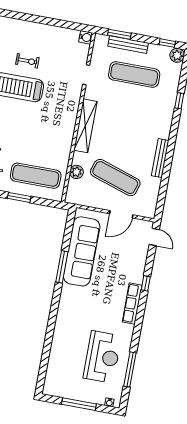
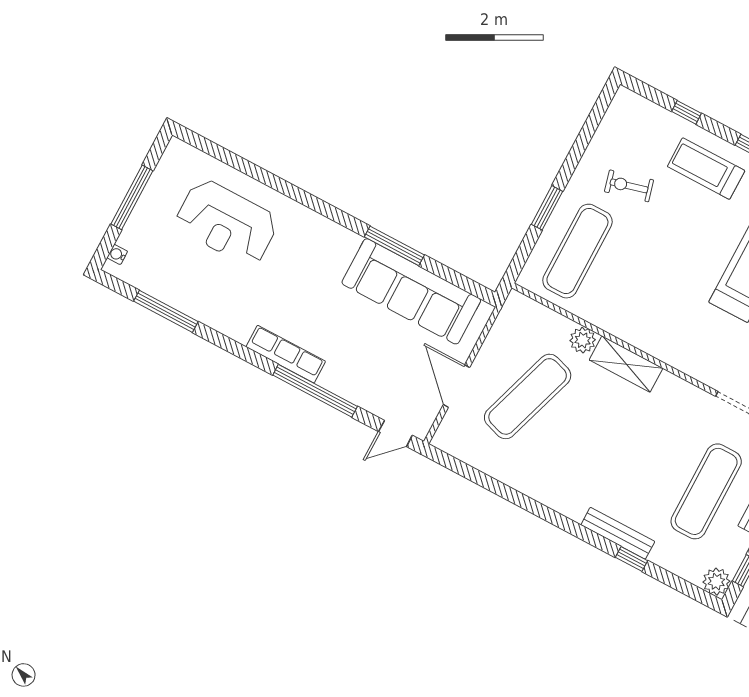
shelving: (85, 126) -> (626, 364), width x0.68
bench: (160, 158) -> (618, 533), moved
plant: (77, 172) -> (583, 340), moved
window: (146, 283) -> (315, 391), width x3.17
reception desk: (102, 357) -> (227, 223), moved

